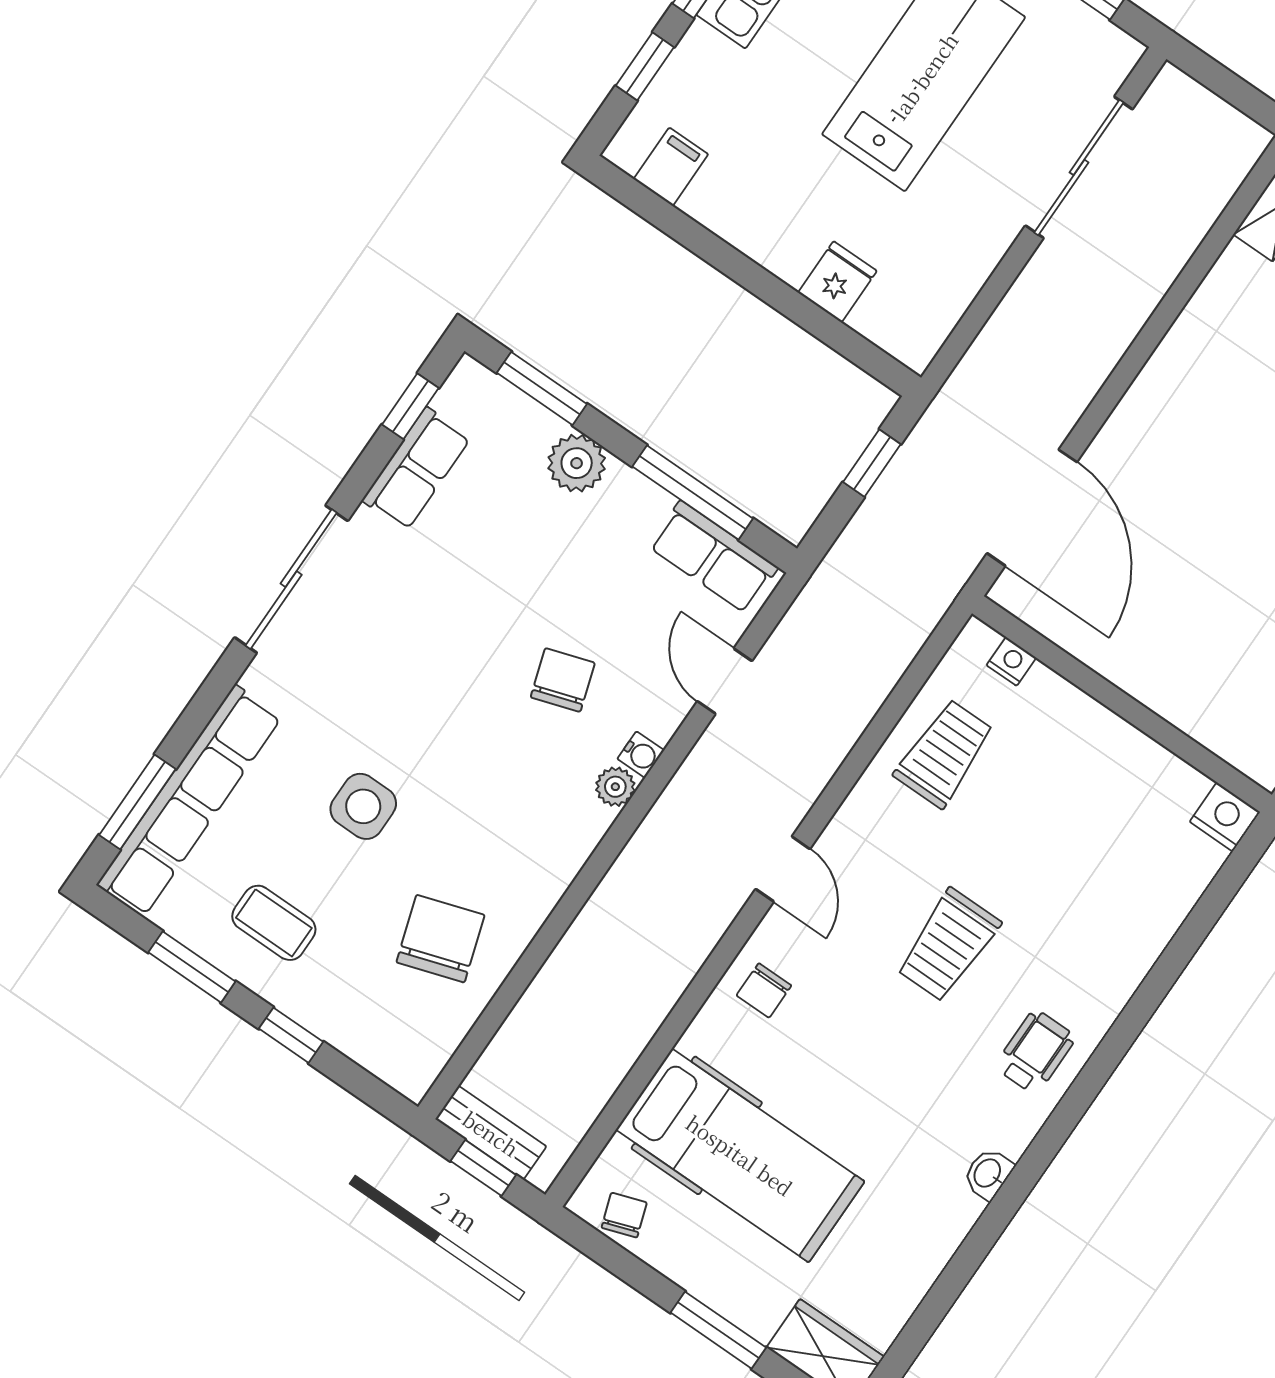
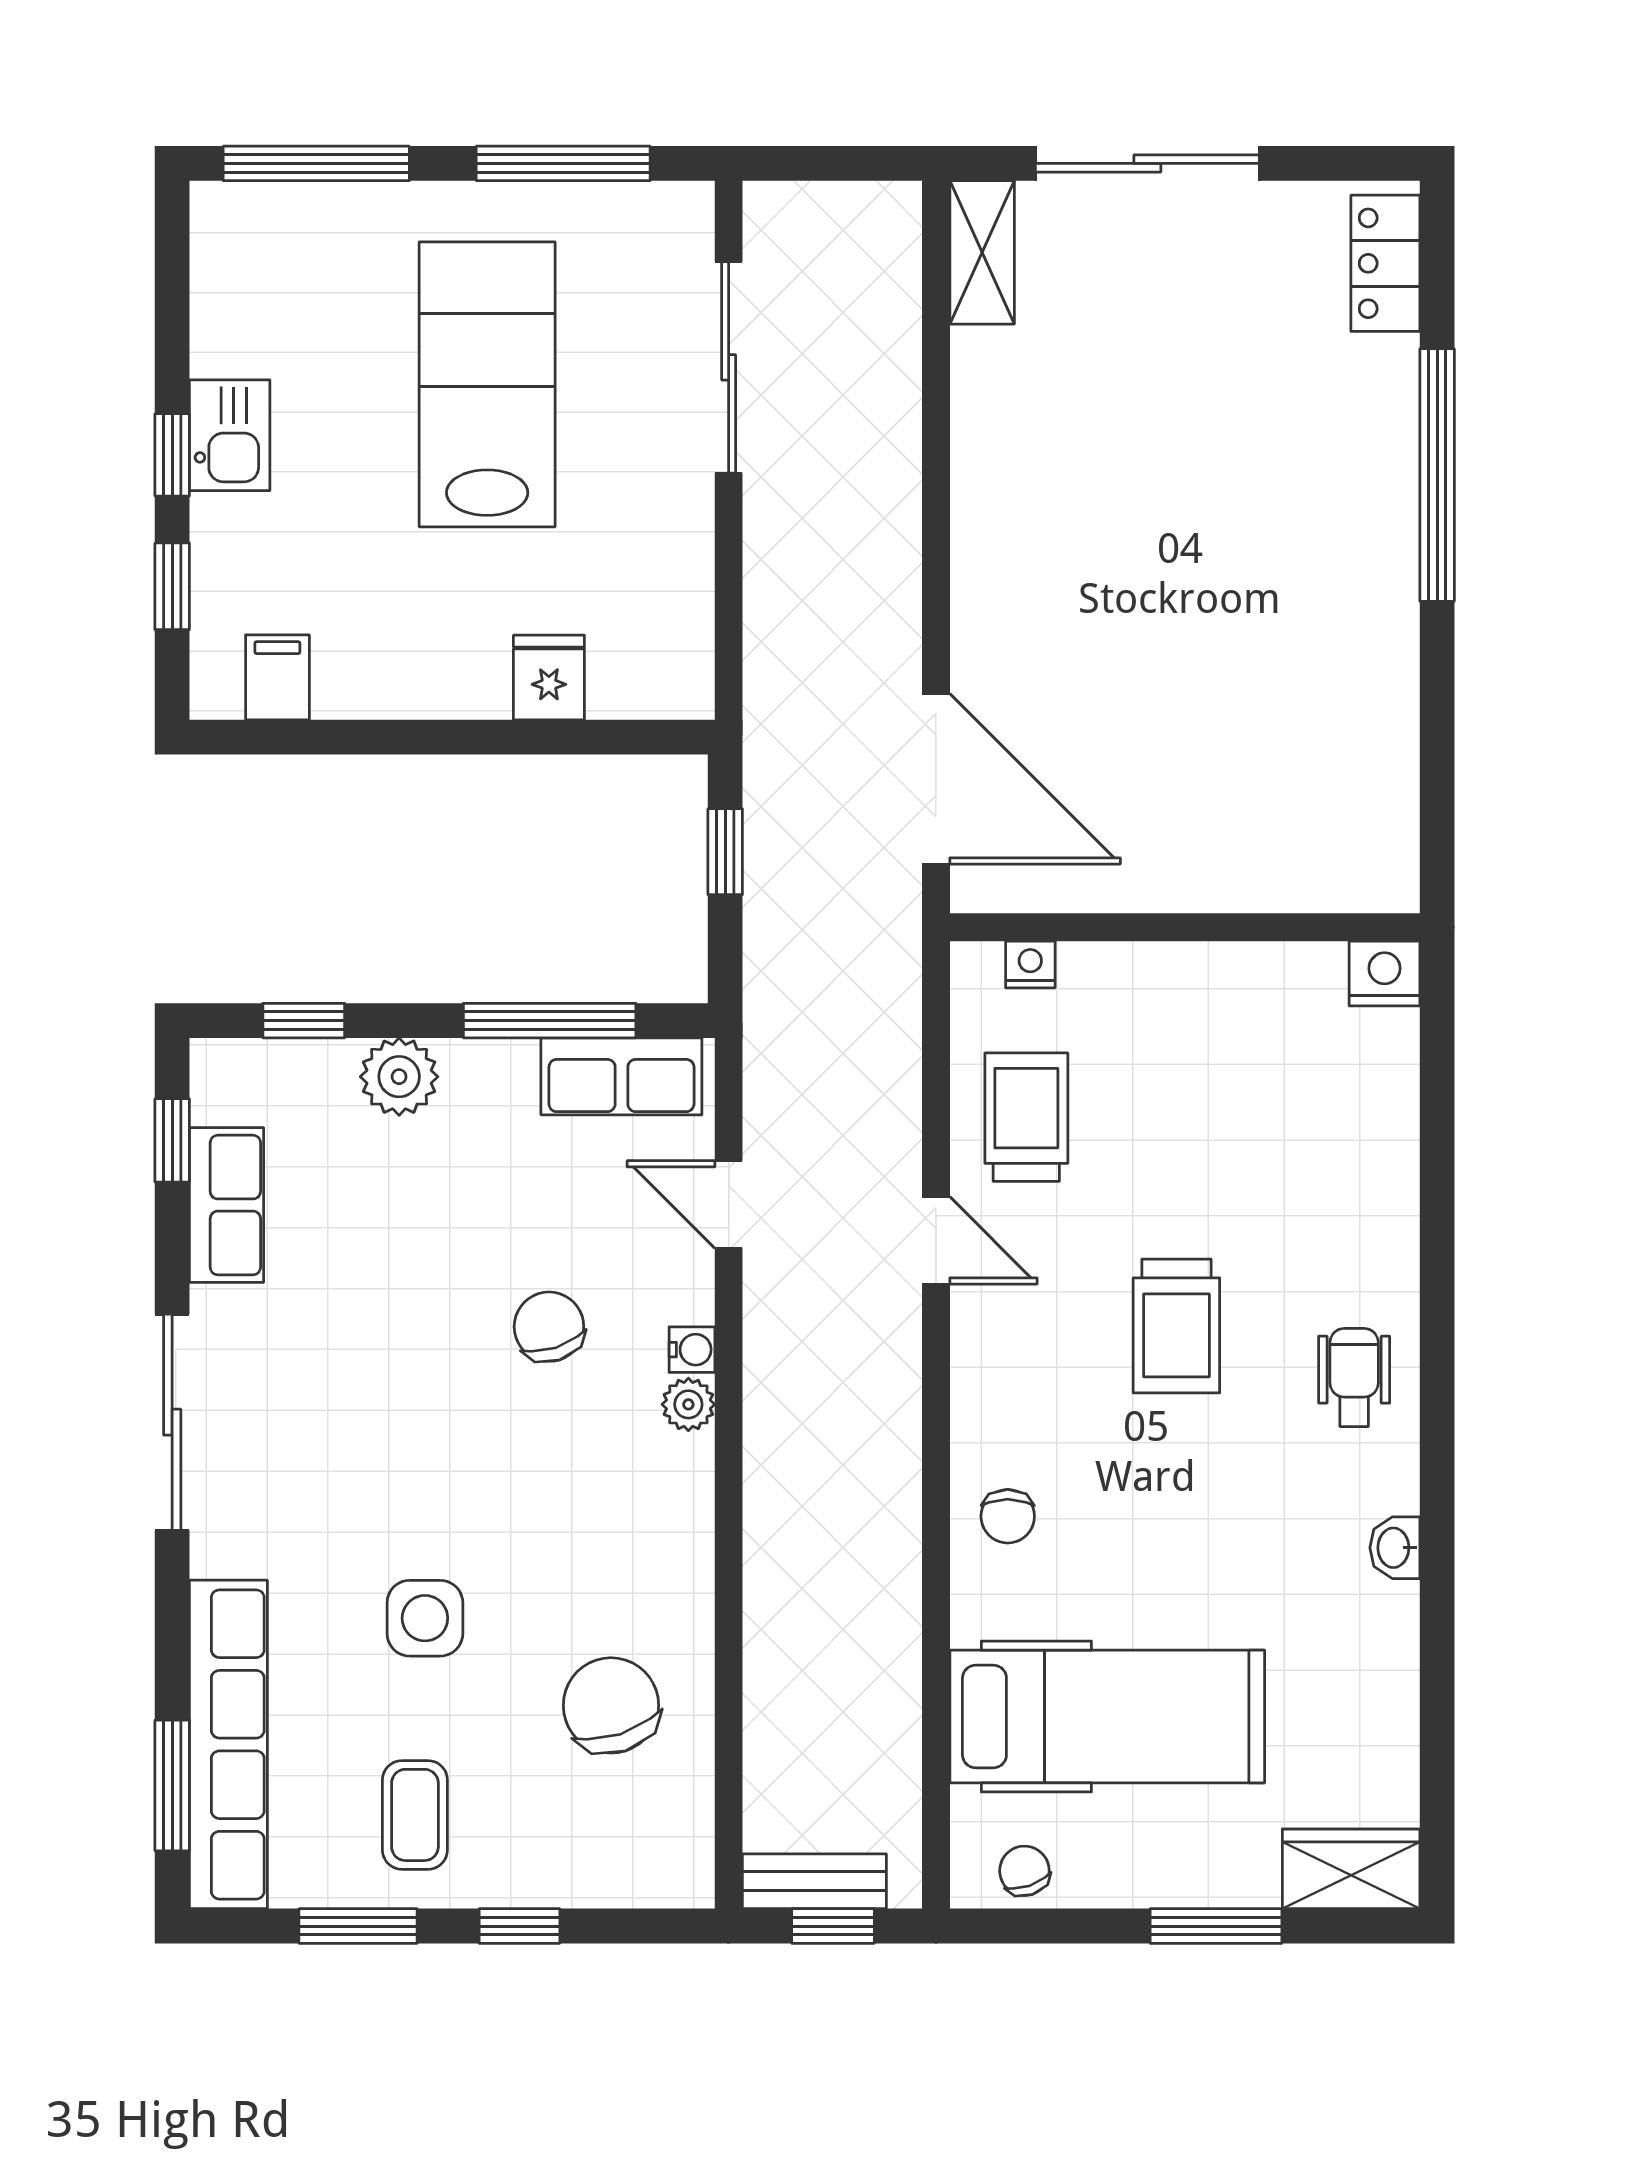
window: (542, 388) -> (304, 1021), width x0.67
door: (783, 869) -> (936, 1240), moved
coffee table: (274, 923) -> (415, 1815), turned 90

